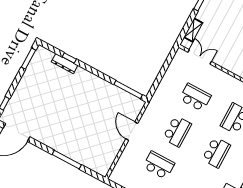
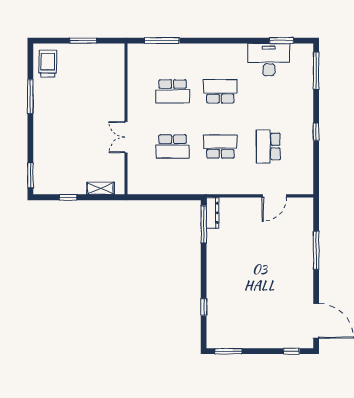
double door: (200, 57) -> (126, 137), moved
dresser: (65, 64) -> (213, 213), moved
school desk: (195, 97) -> (173, 147), turned -90
door: (132, 131) -> (274, 196), moved

